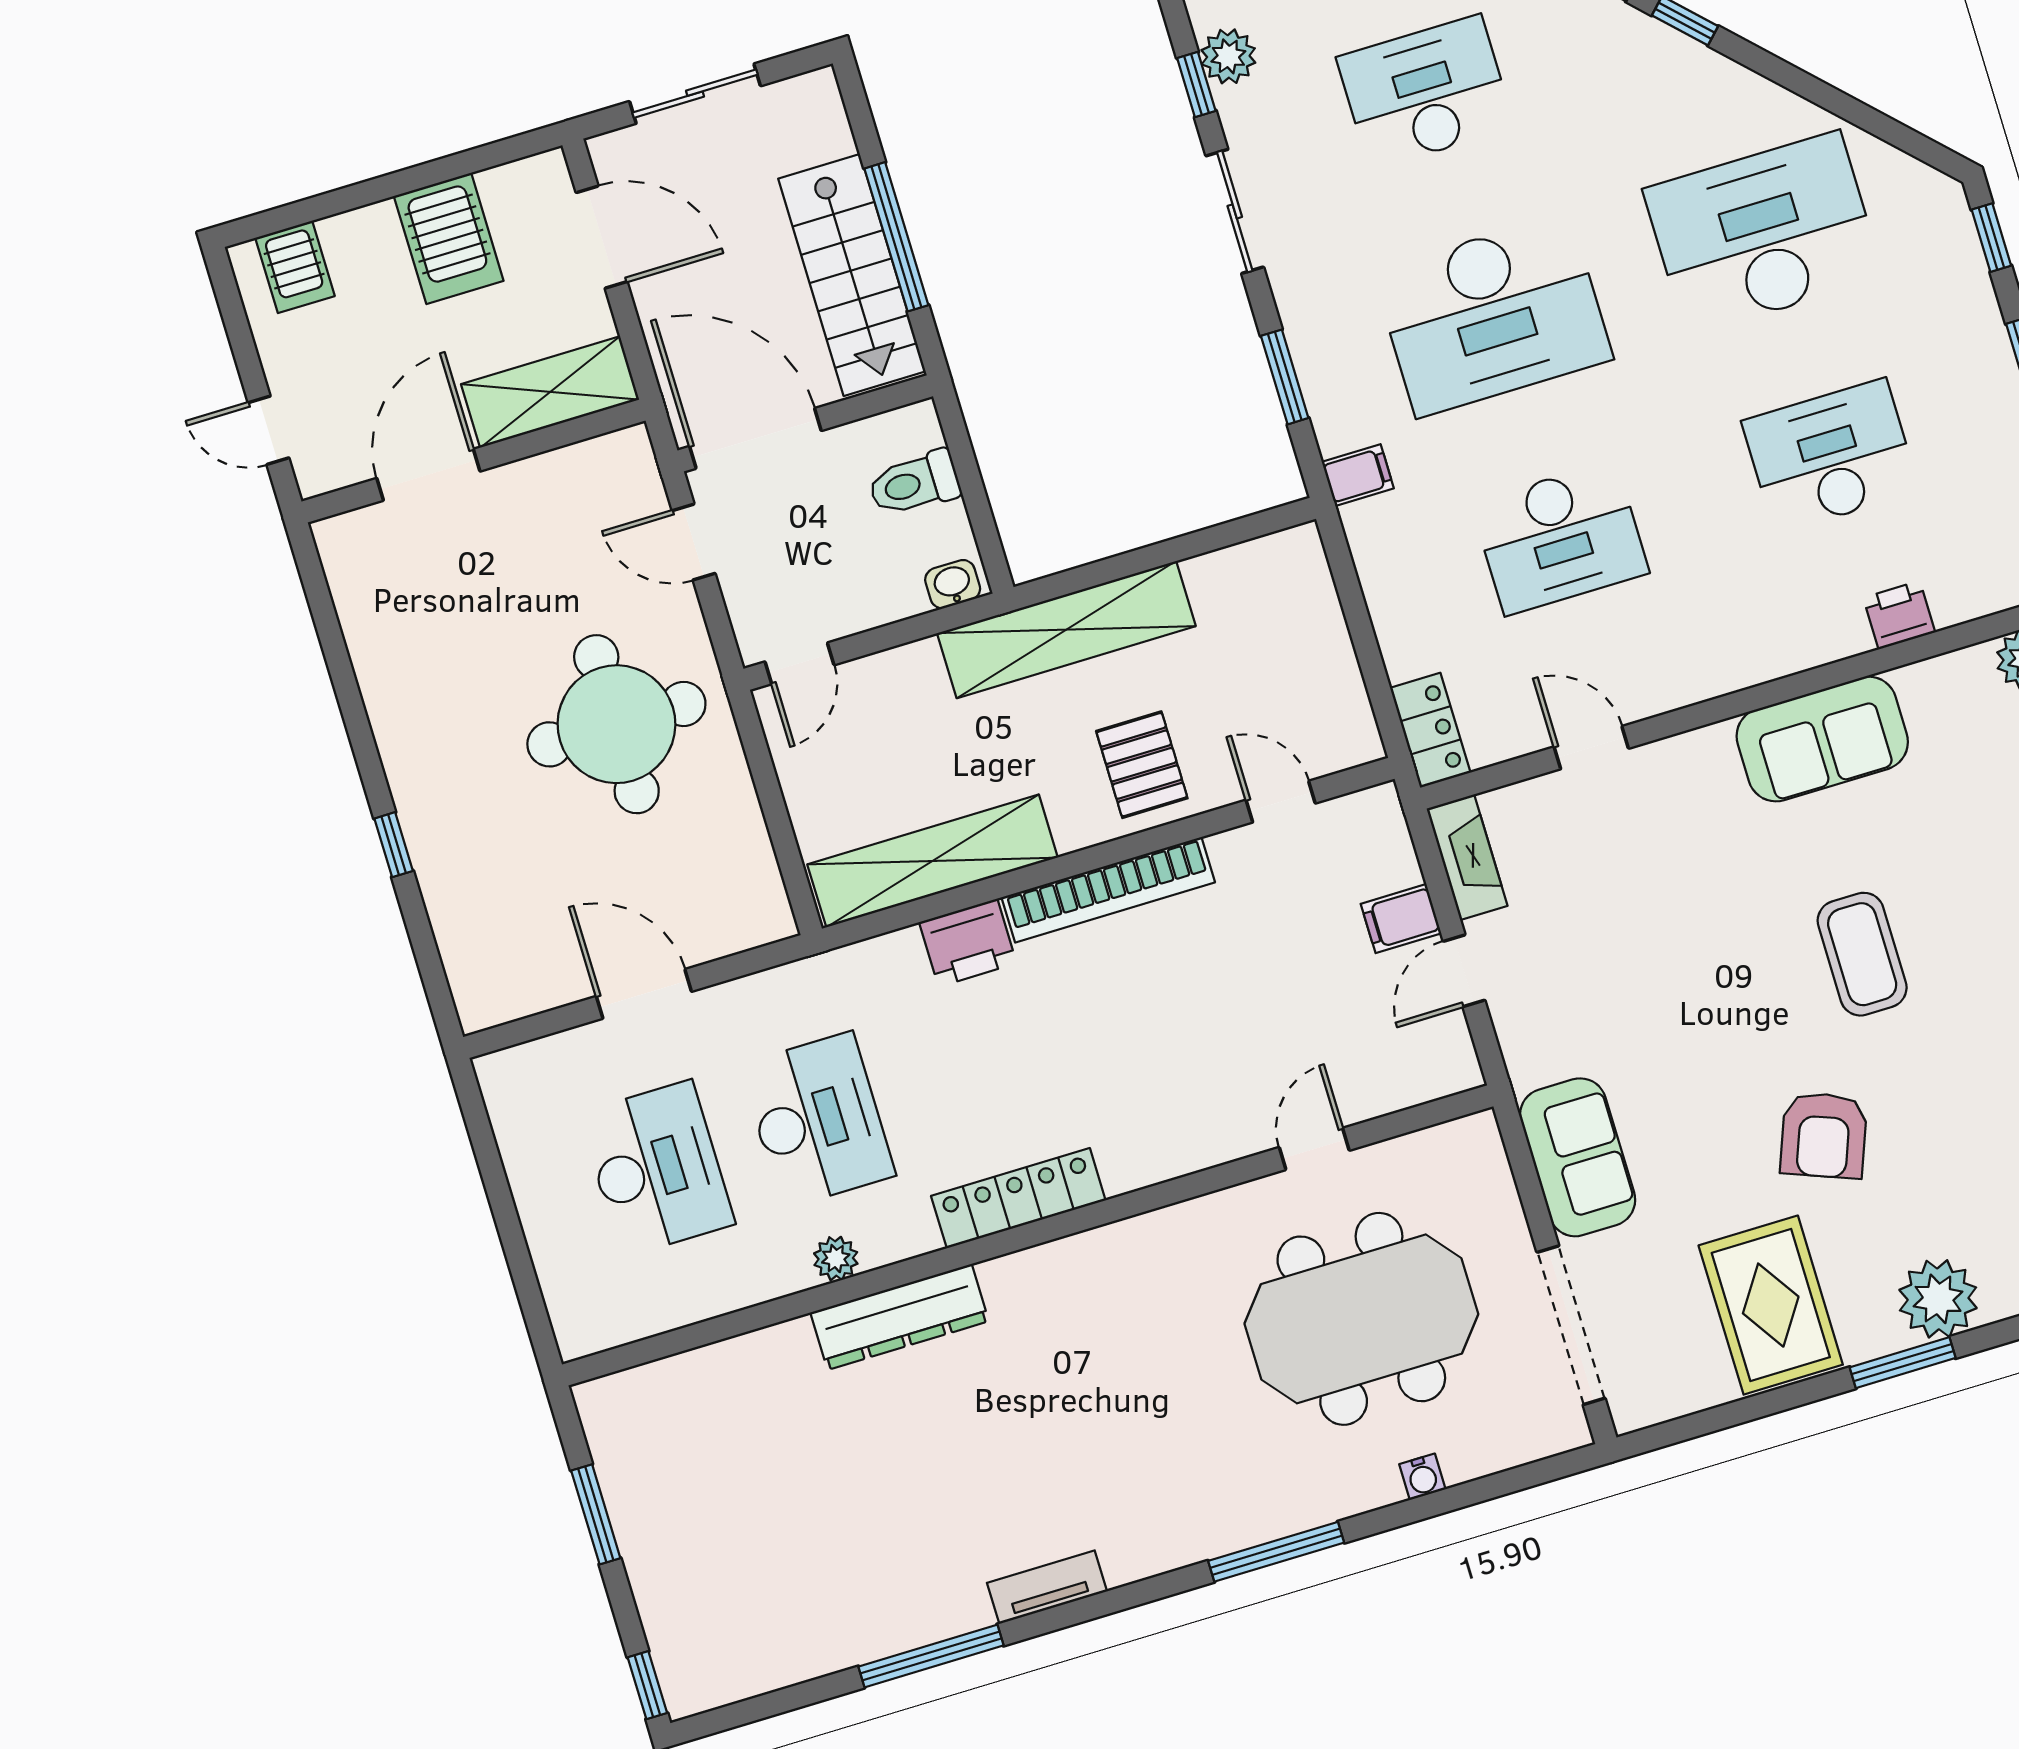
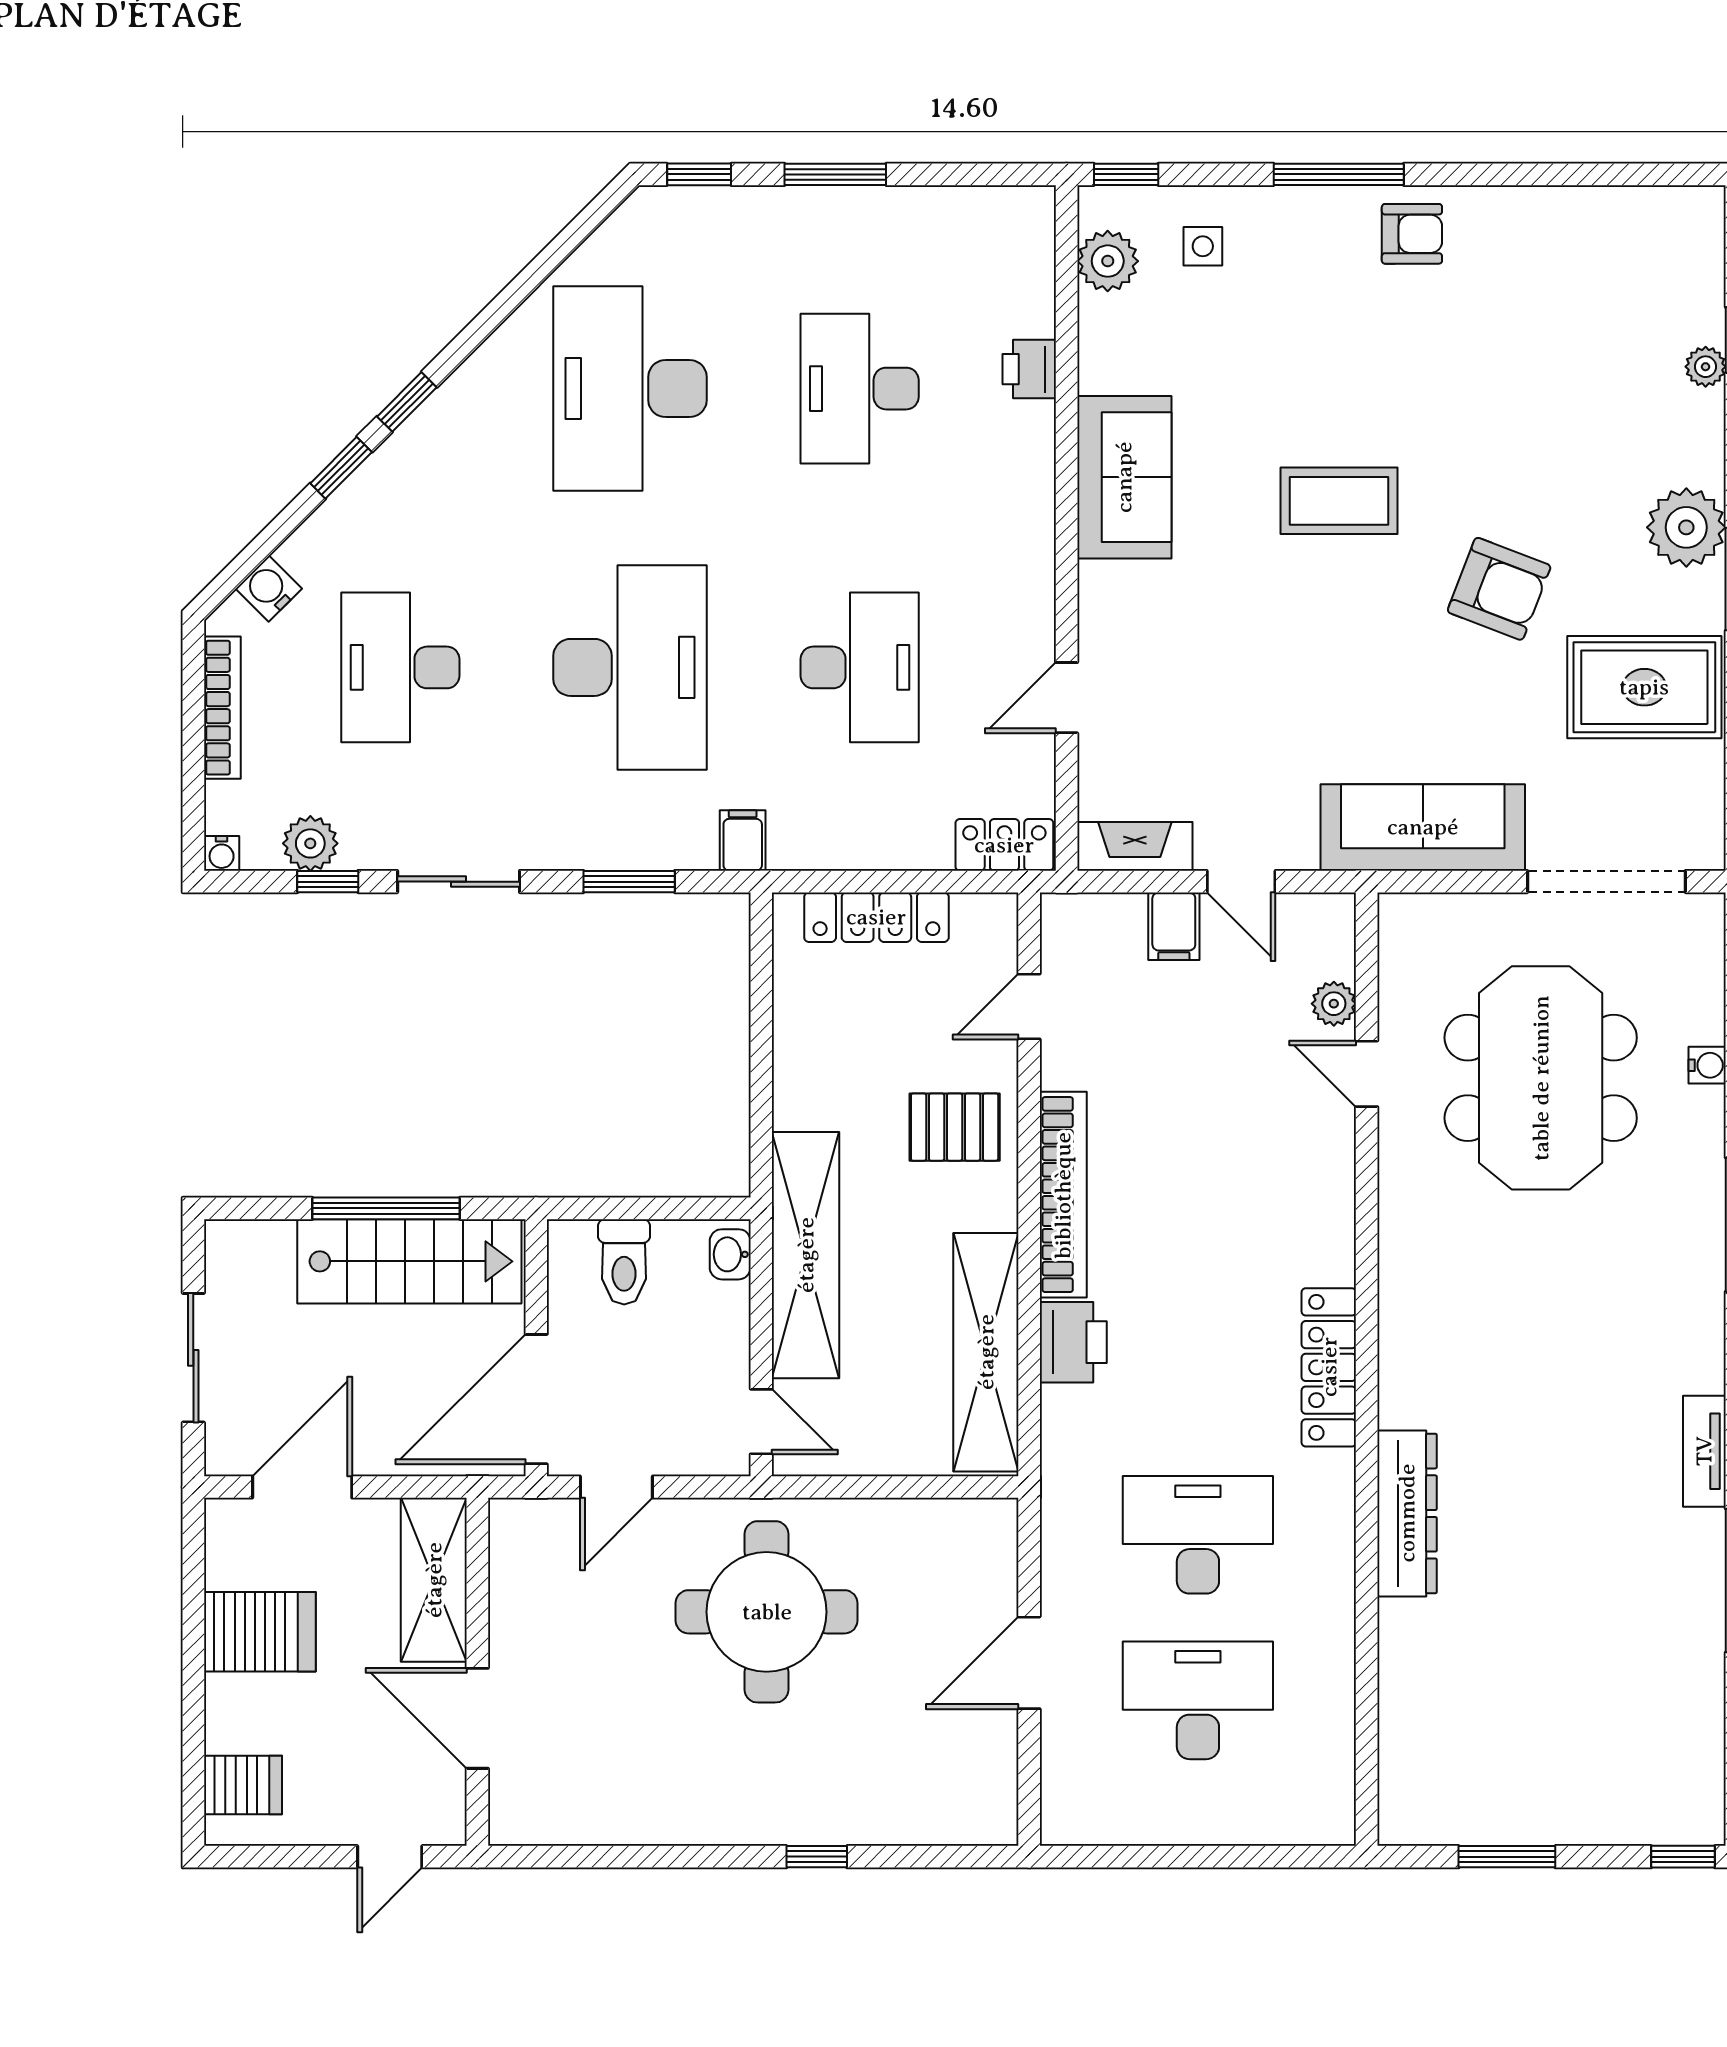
locker: (1323, 627) -> (876, 917), added
shelving: (1066, 630) -> (806, 1255), moved
sofa: (1578, 1157) -> (1423, 827), width x1.36
plant: (836, 1259) -> (1334, 1004), moved

